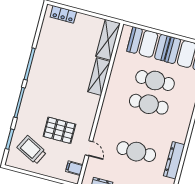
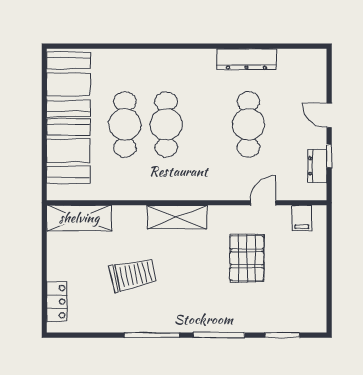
shelving: (99, 77) -> (177, 217), moved
trolley: (32, 150) -> (133, 275), moved, turned -129

